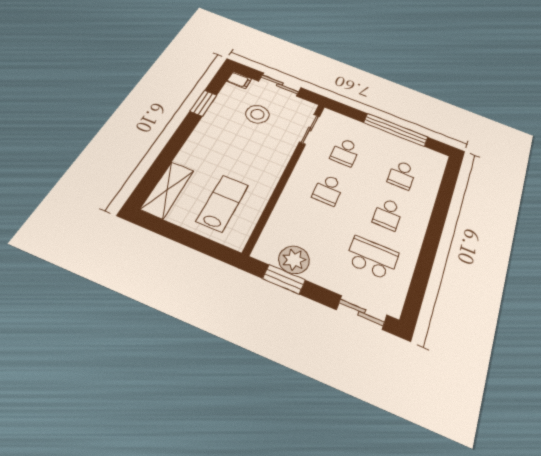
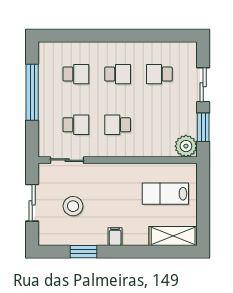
filing cabinet: (239, 80) -> (115, 237), moved
school desk: (328, 190) -> (118, 125), turned 180
school desk: (372, 258) -> (159, 74), width x0.54
plant: (294, 260) -> (186, 146), moved
sliding door: (362, 312) -> (203, 85), moved

